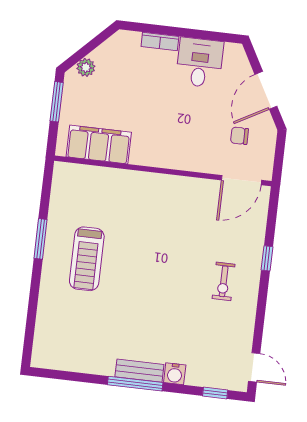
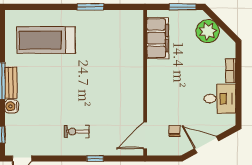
plant: (86, 67) -> (208, 31), width x1.87, depth x1.87
door: (242, 180) -> (145, 136), hinge flipped
treadmill: (87, 259) -> (46, 40), moved, width x1.37, depth x1.38

